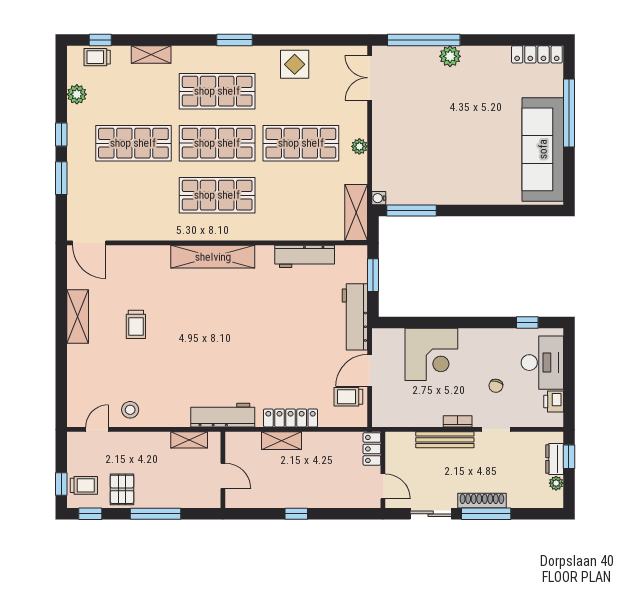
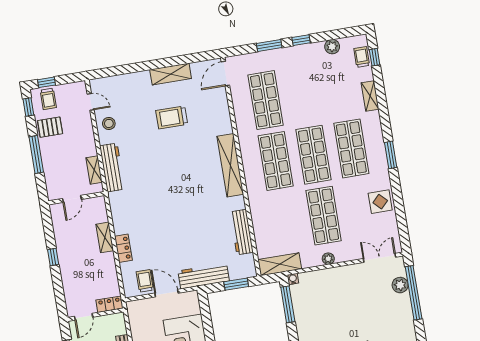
plant: (450, 56) -> (400, 285), moved
shop shelf: (133, 143) -> (266, 100), moved
trolley: (136, 324) -> (172, 117), width x1.36, depth x1.39
workbench: (223, 415) -> (112, 167), moved
locker: (291, 418) -> (123, 248), width x0.66

